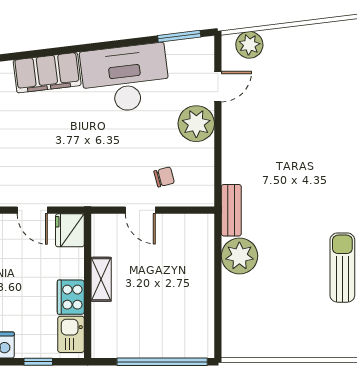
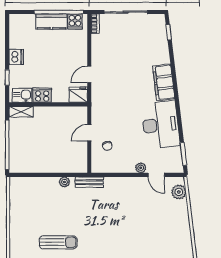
plant: (196, 124) -> (141, 168), width x0.53, depth x0.53
plant: (239, 256) -> (64, 182), width x0.53, depth x0.53
shelving: (101, 279) -> (21, 112), moved

